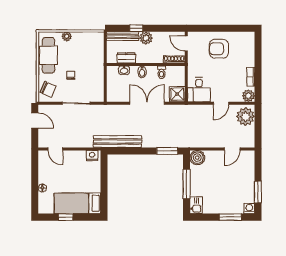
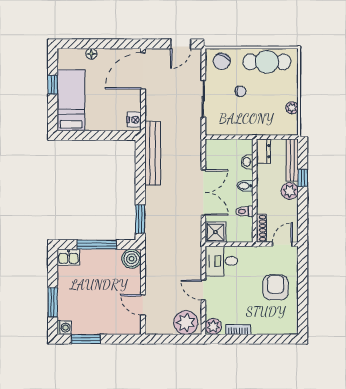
plant: (67, 36) -> (292, 108), moved
dresser: (126, 58) -> (263, 151), moved
door: (55, 149) -> (143, 71), width x1.87

